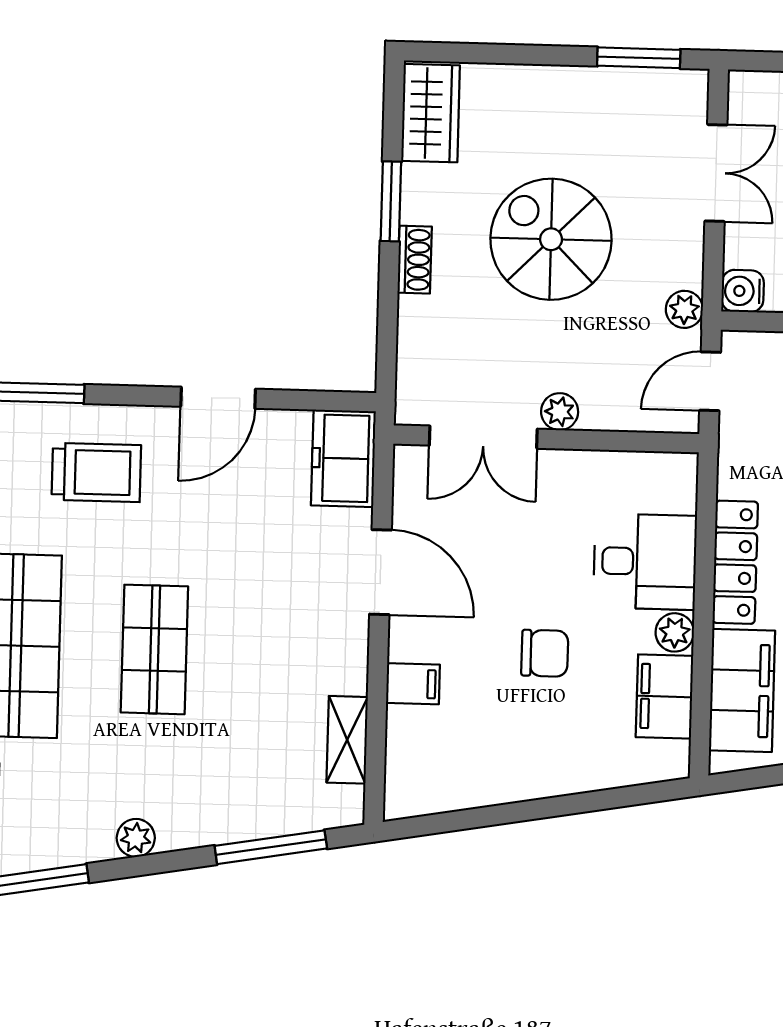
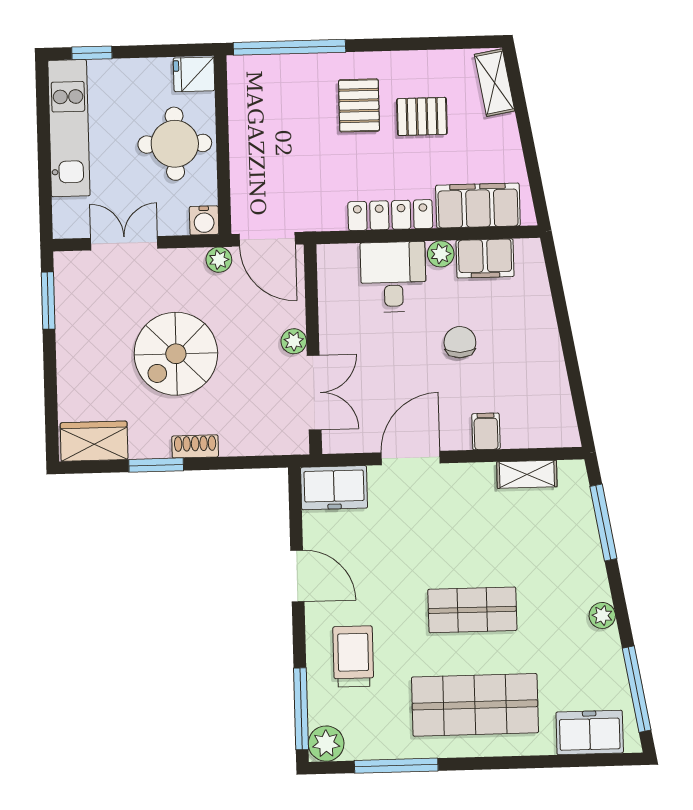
door: (710, 381) -> (267, 239), width x1.38

